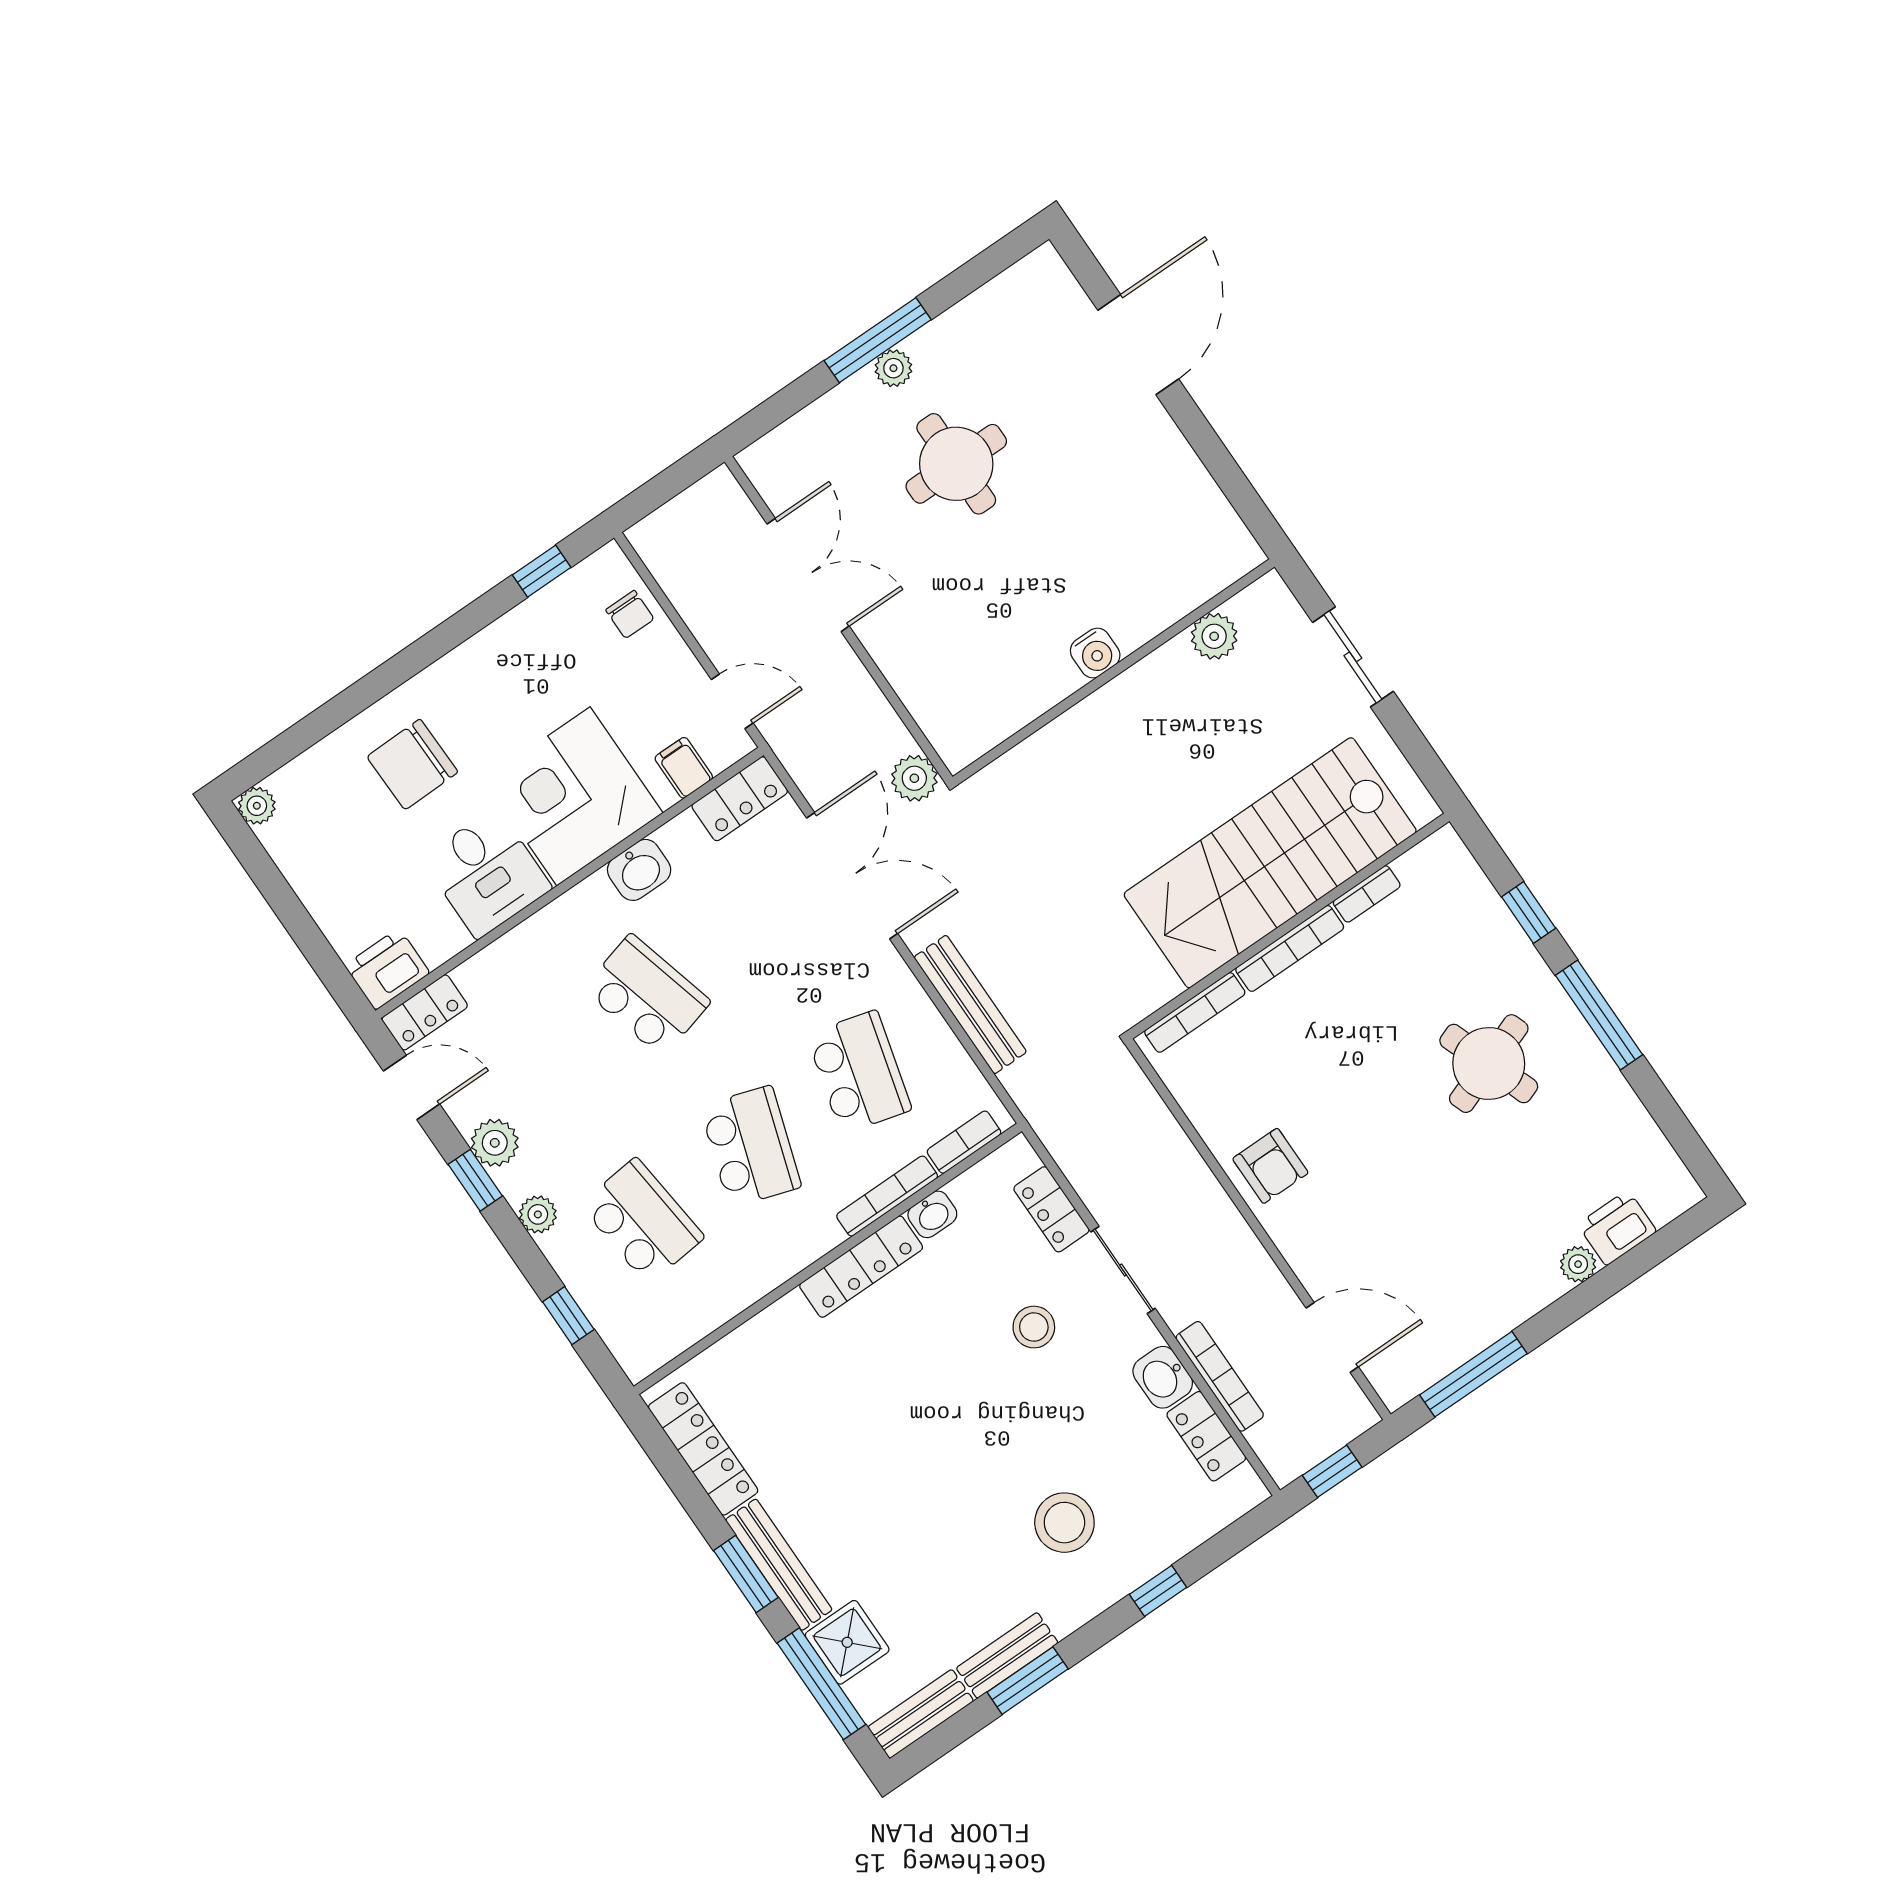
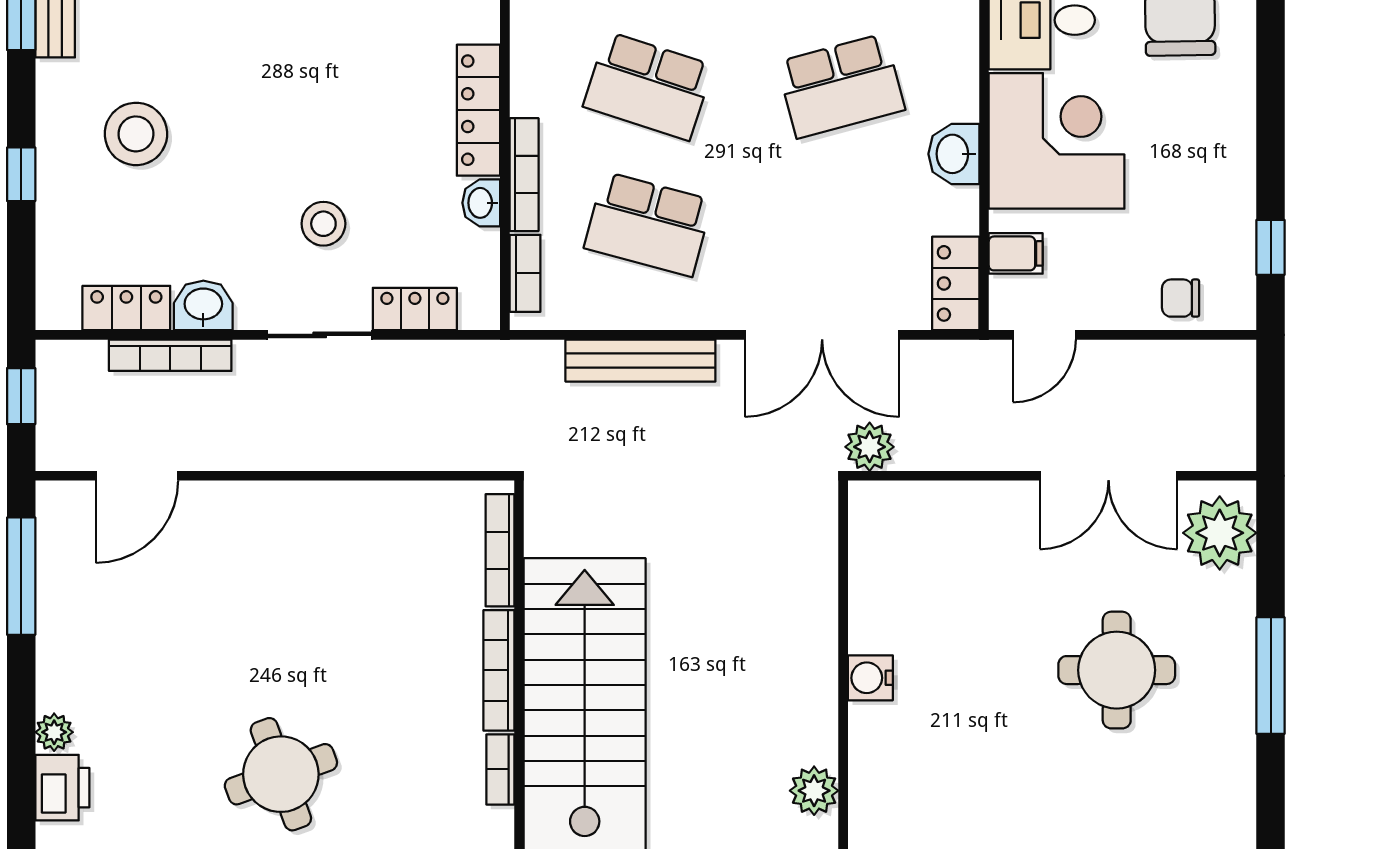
plant: (893, 368) -> (1220, 533), moved, width x1.87, depth x1.87
armchair: (1270, 1166) -> (322, 524), removed

